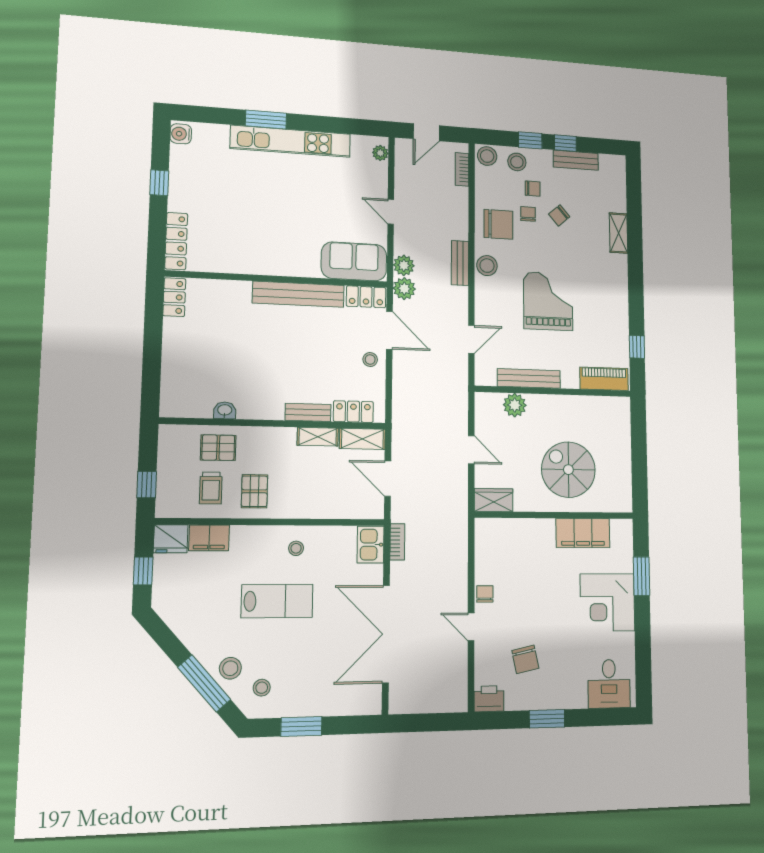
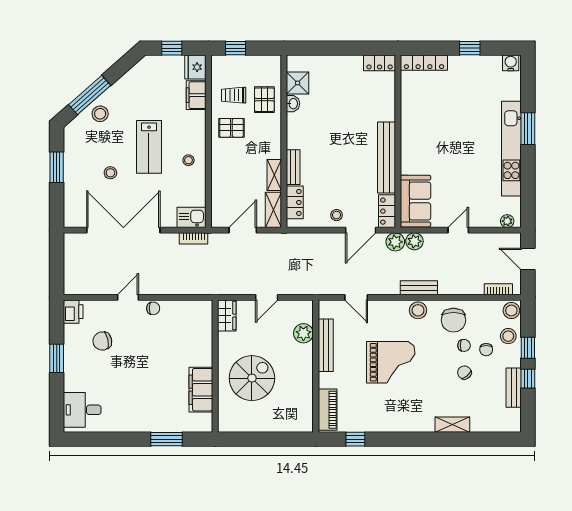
shower: (197, 404) -> (298, 83), added
corner desk: (607, 602) -> (146, 410), removed
stool: (262, 688) -> (110, 173), moved

